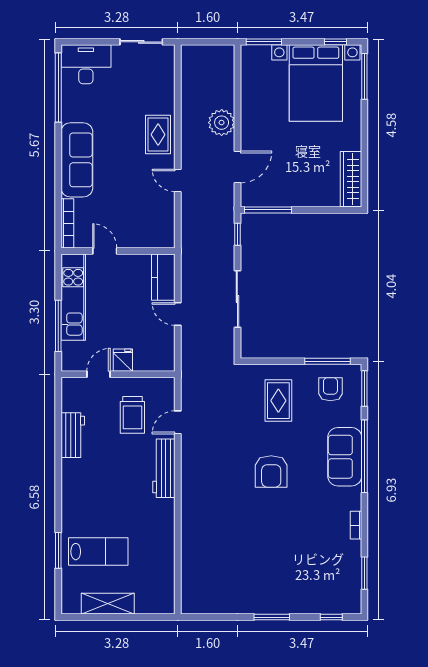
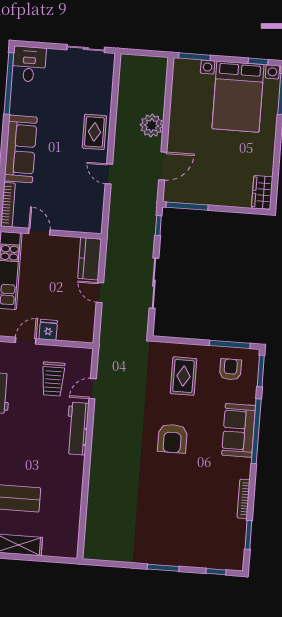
desk: (86, 64) -> (29, 64), width x0.73
wardrobe: (351, 179) -> (262, 192), width x0.67
bookcase: (356, 525) -> (244, 499), width x1.56

